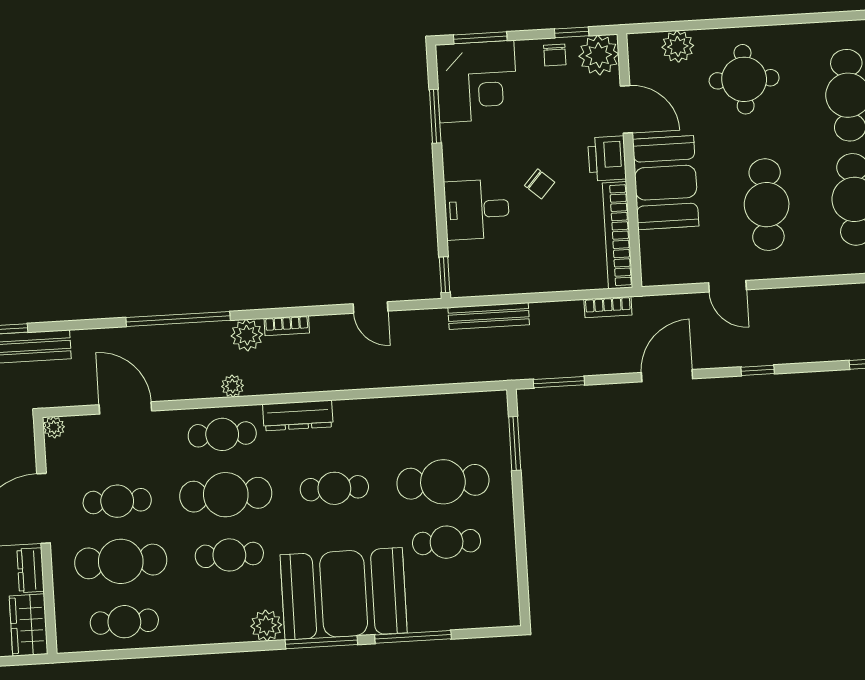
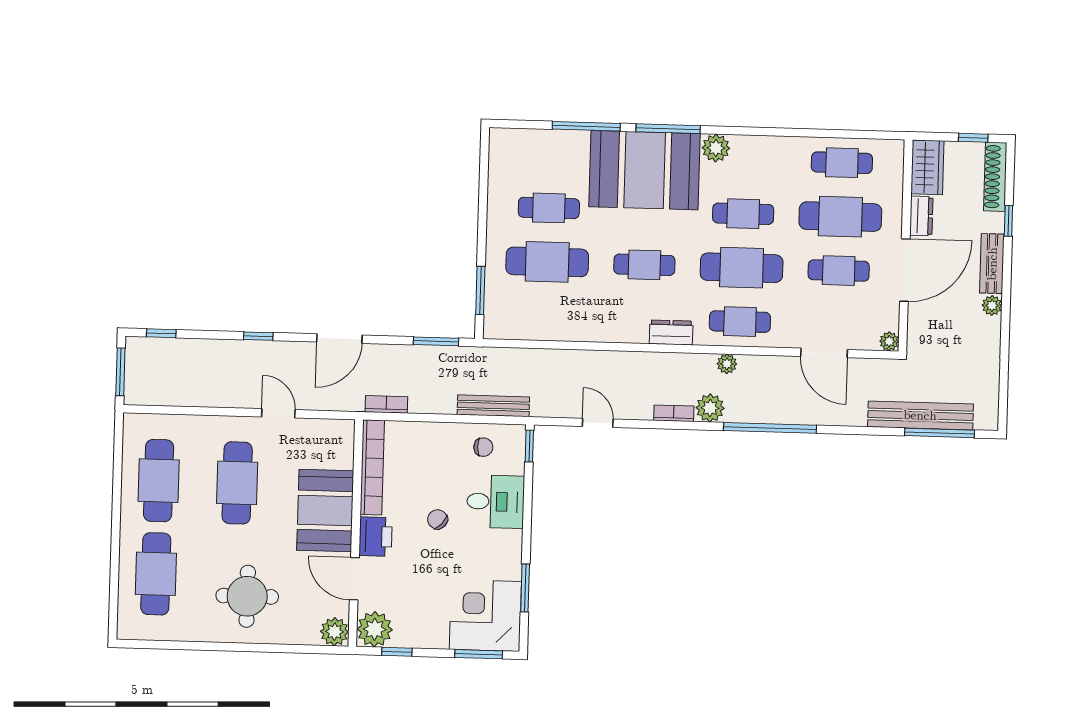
plant: (678, 46) -> (335, 632), moved
chair: (555, 55) -> (483, 447), moved, turned 90
dresser: (298, 415) -> (671, 332), width x0.70

